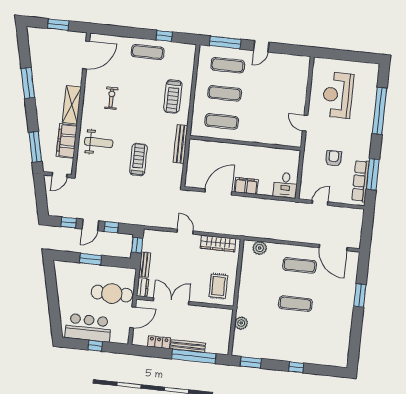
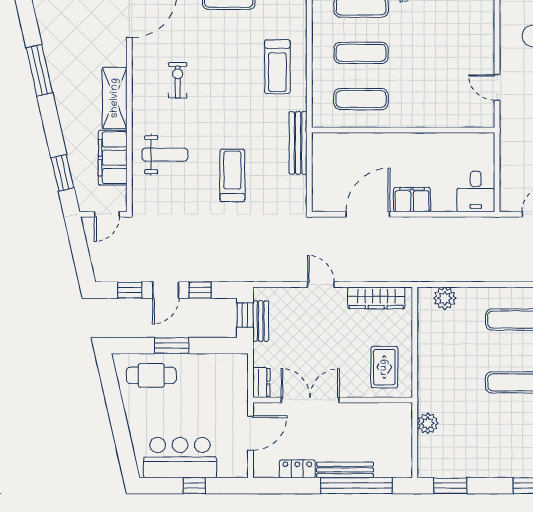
window: (35, 147) -> (62, 173), width x0.69
bench: (145, 265) -> (261, 321), moved
cafe table: (112, 294) -> (151, 375), moved, width x0.73, depth x0.74

